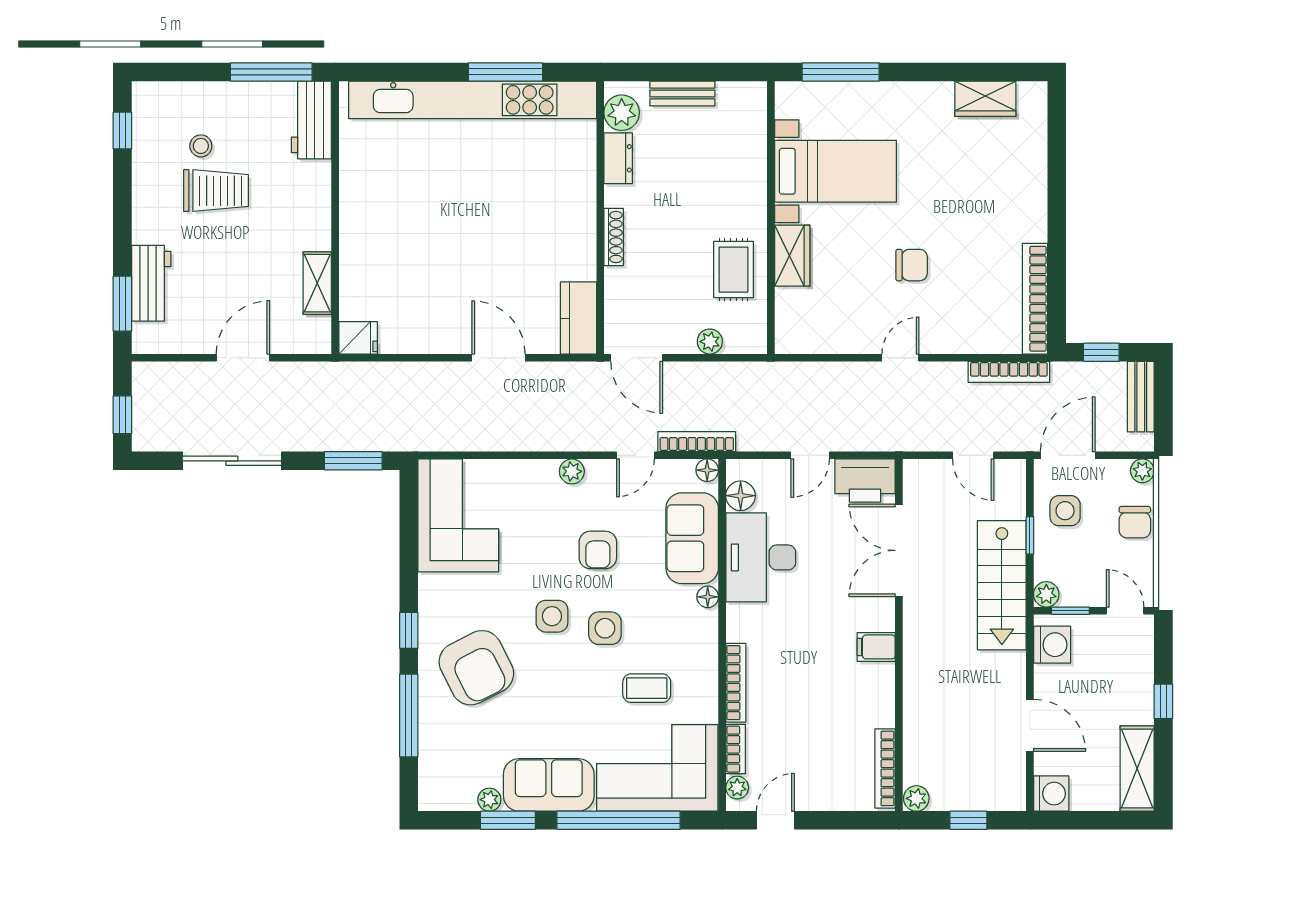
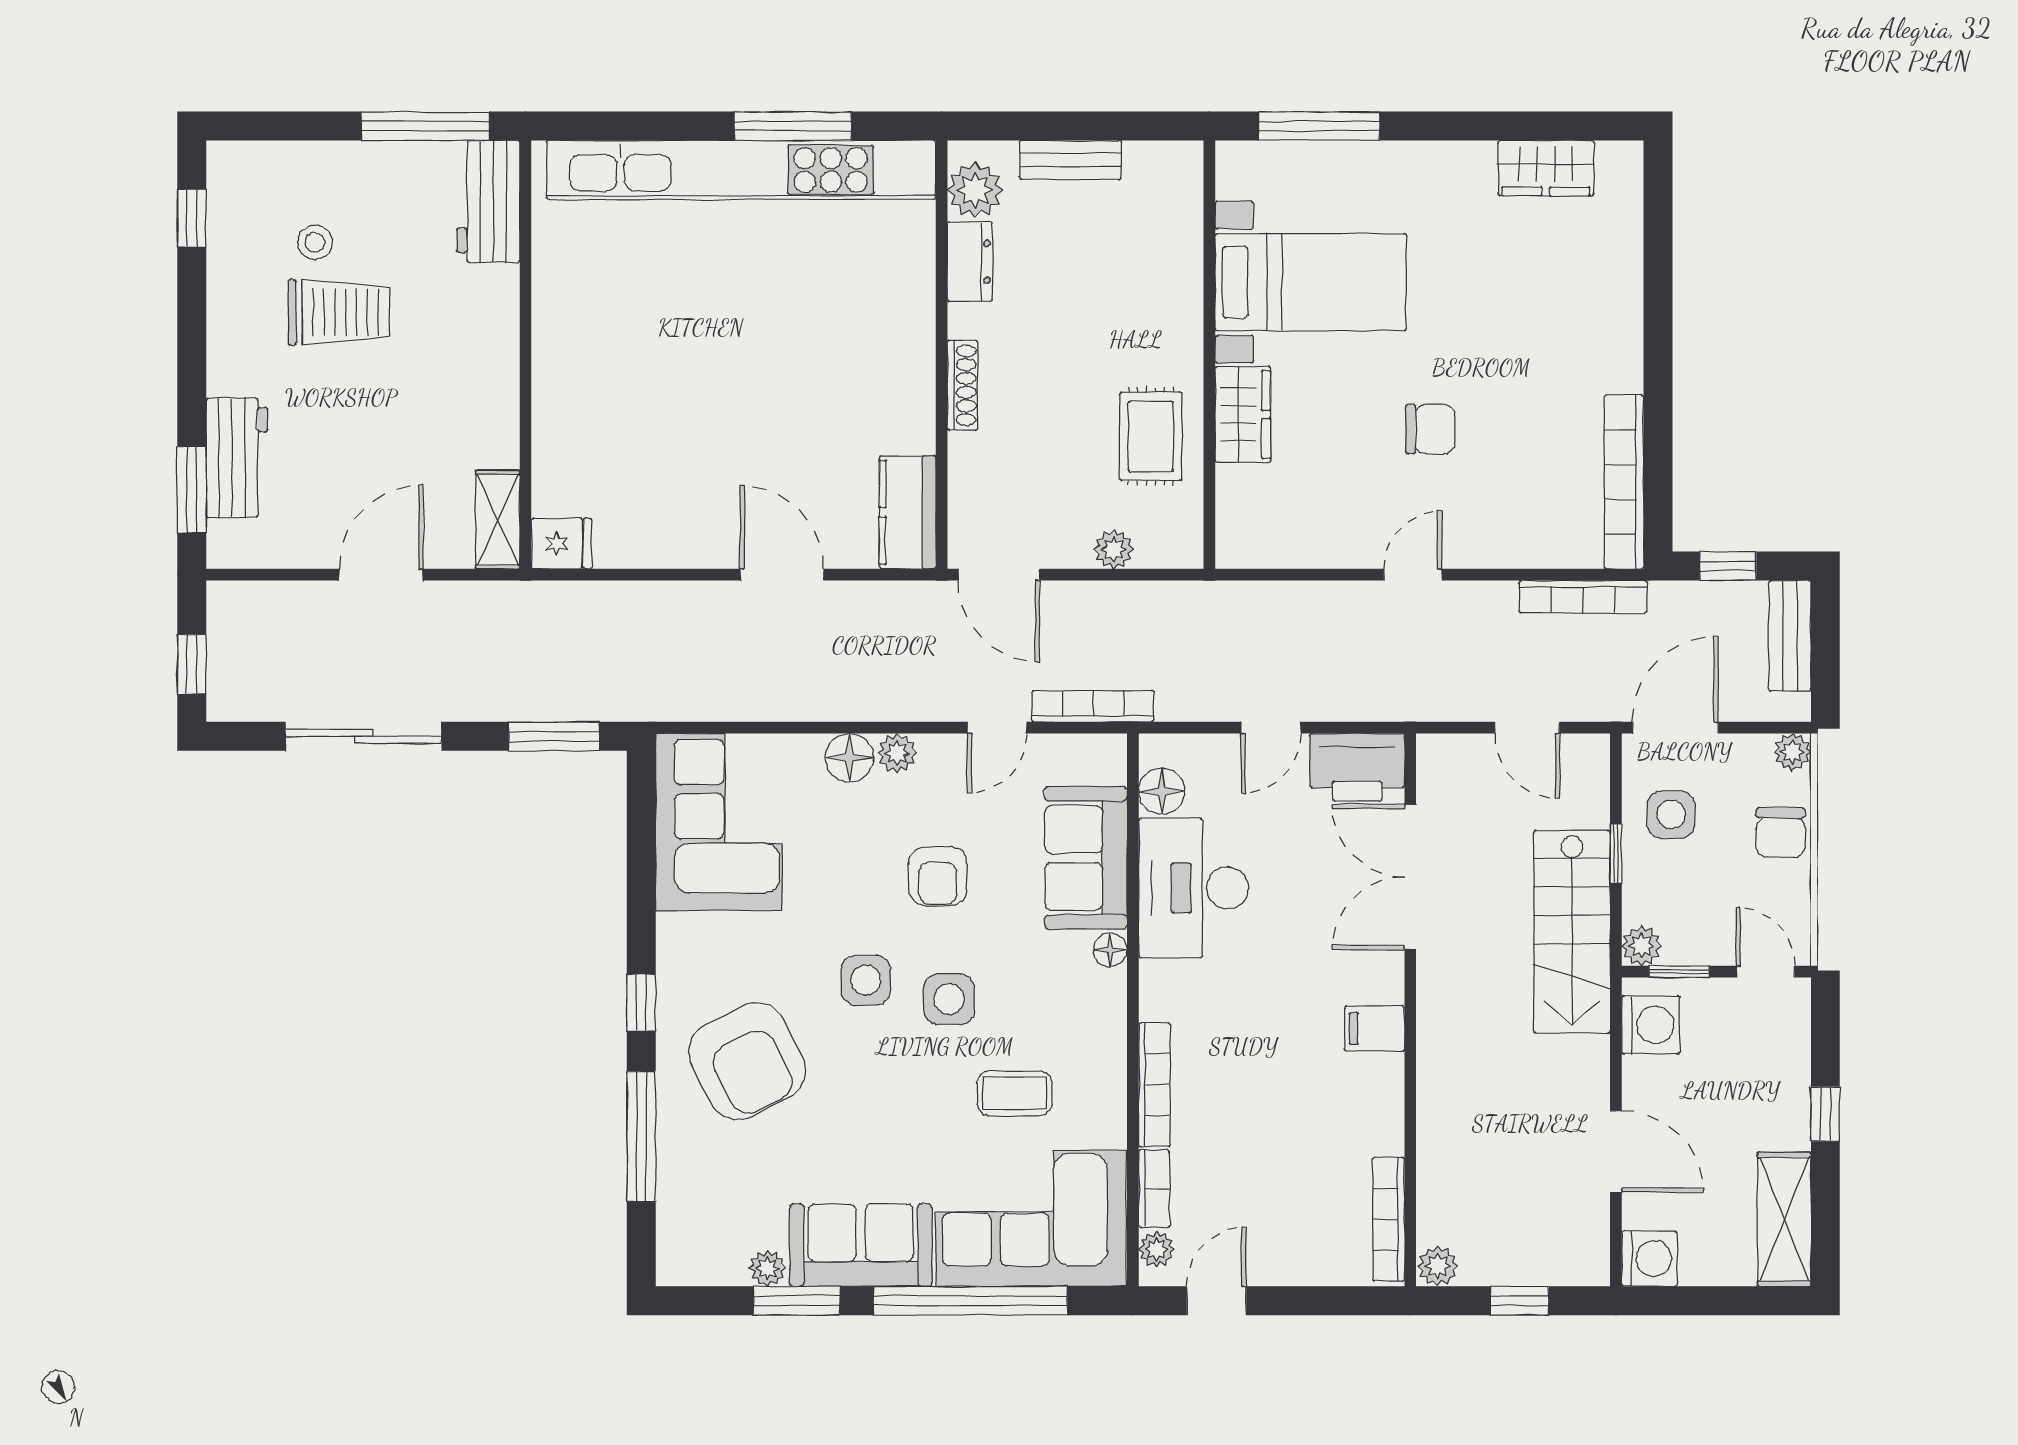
shelving: (317, 283) -> (498, 520), moved
floor lamp: (707, 470) -> (849, 758), moved, width x1.37, depth x1.37

